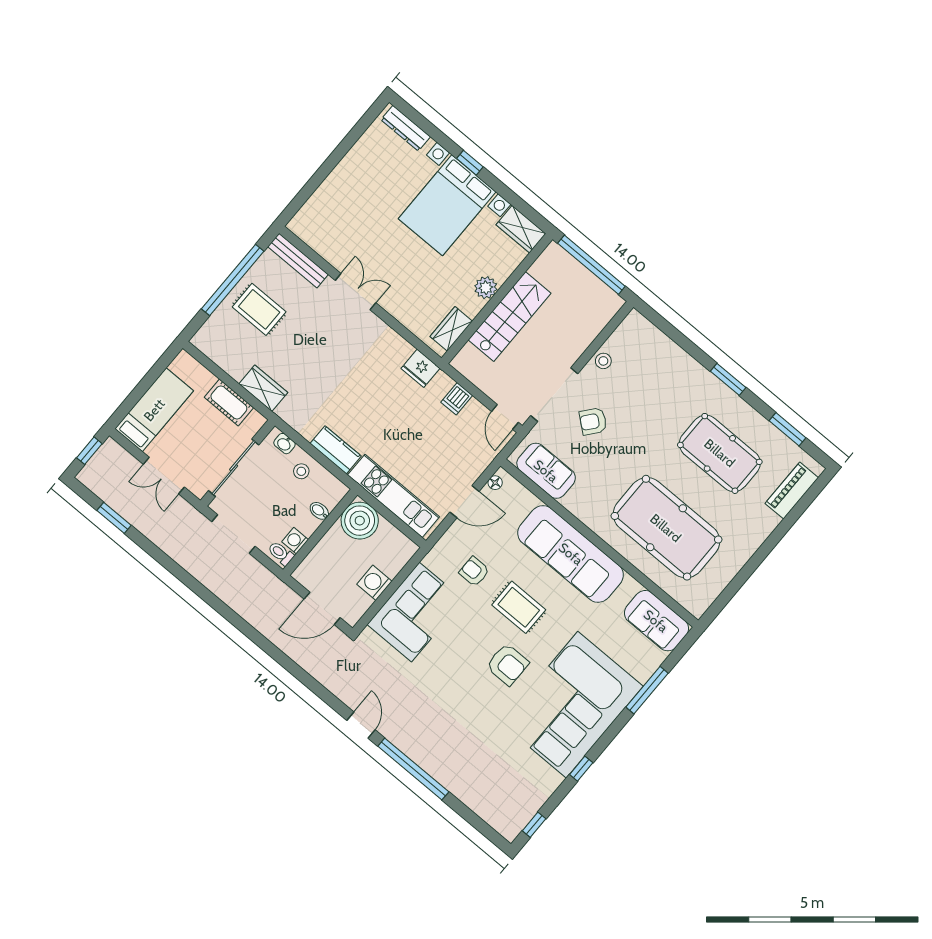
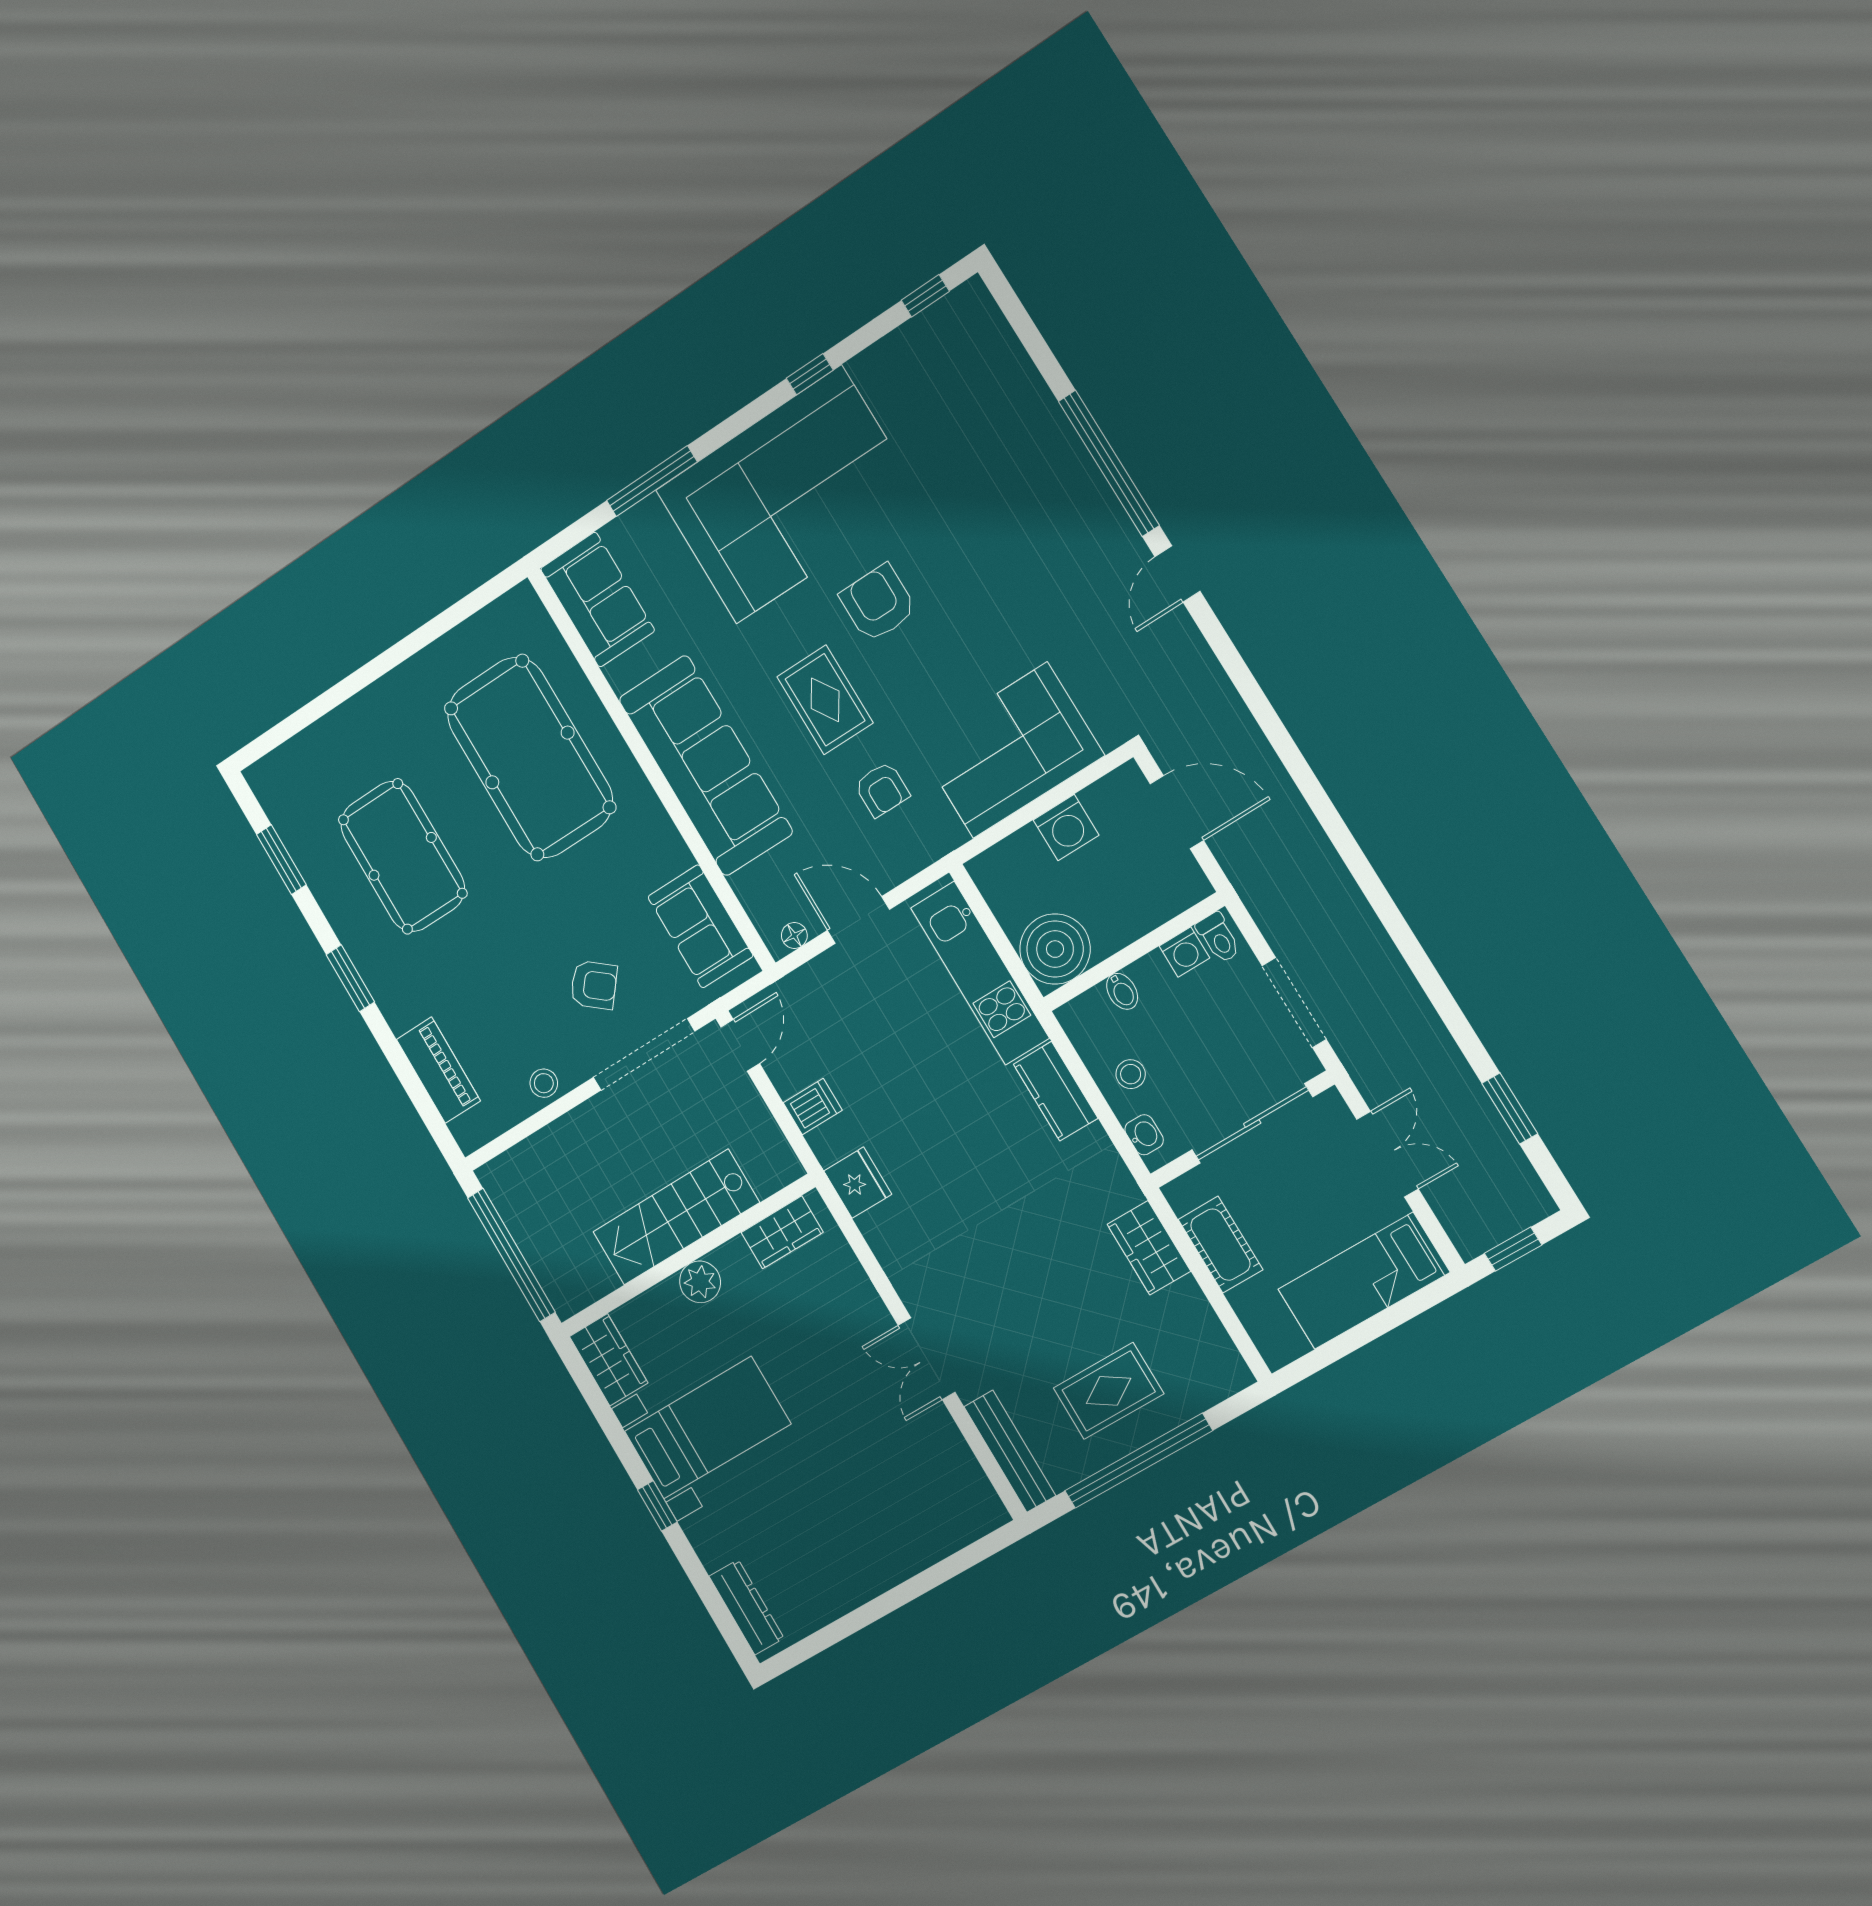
bed with nightstands: (447, 205) -> (707, 1428), width x0.73
rug: (259, 309) -> (1109, 1391), turned 90
piano: (792, 491) -> (438, 1070), moved, turned -90

